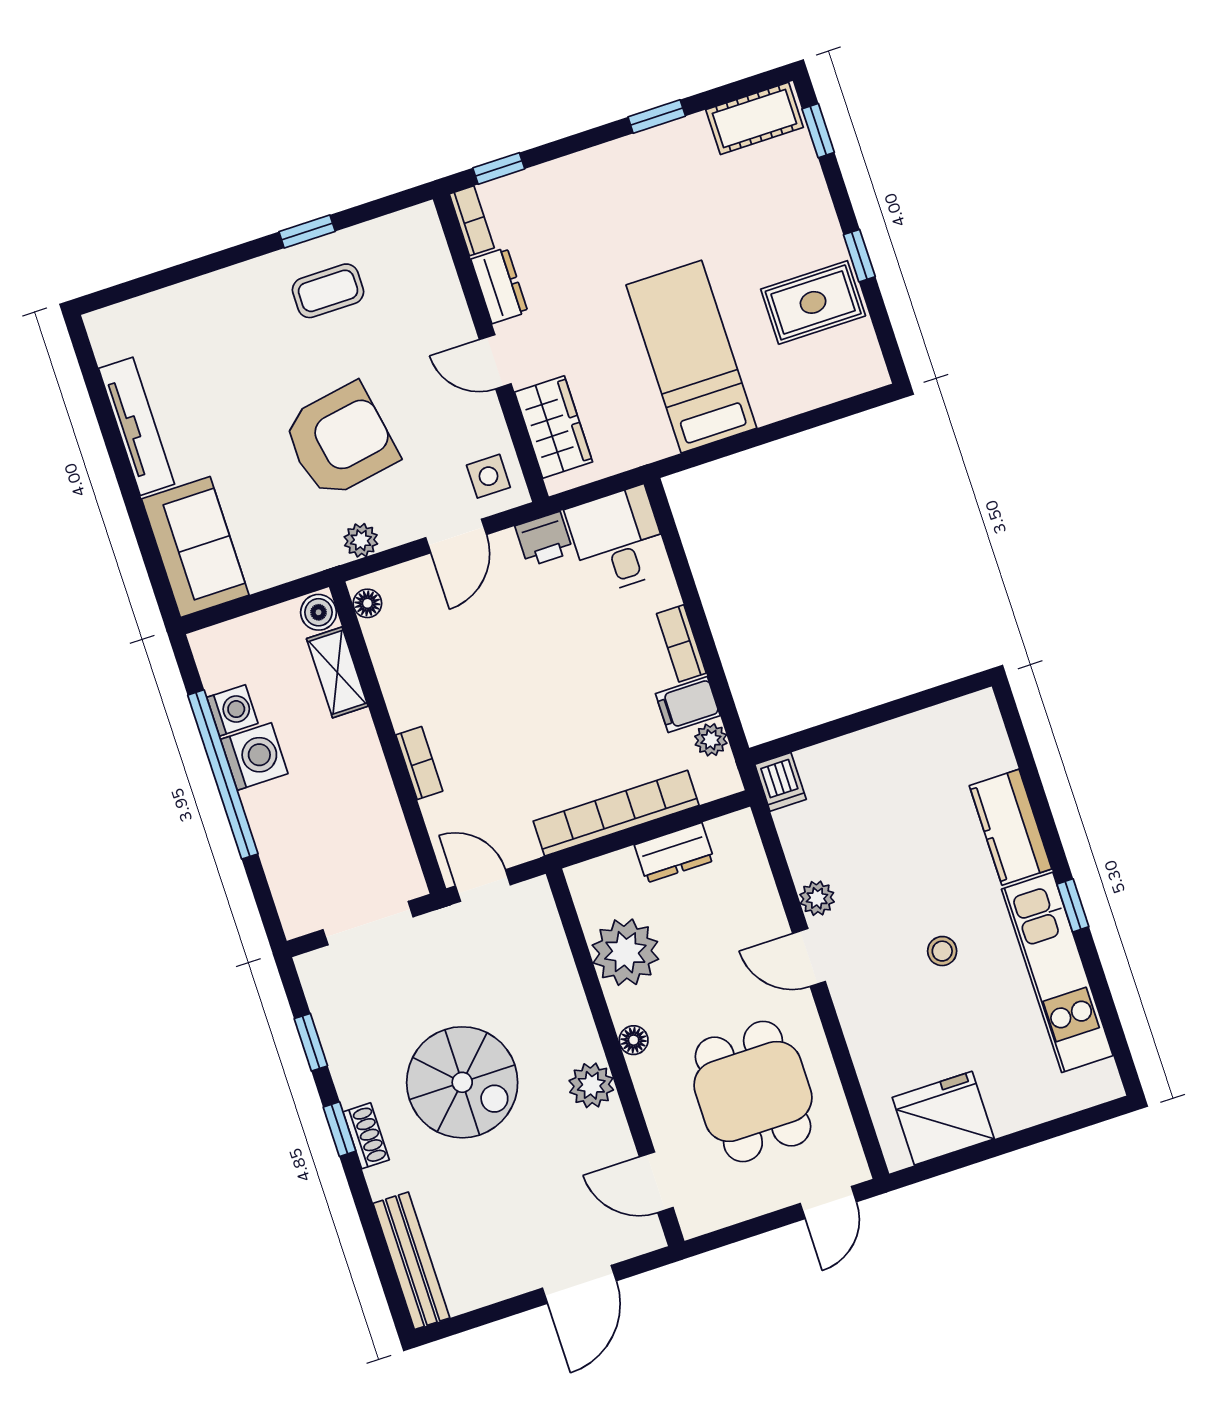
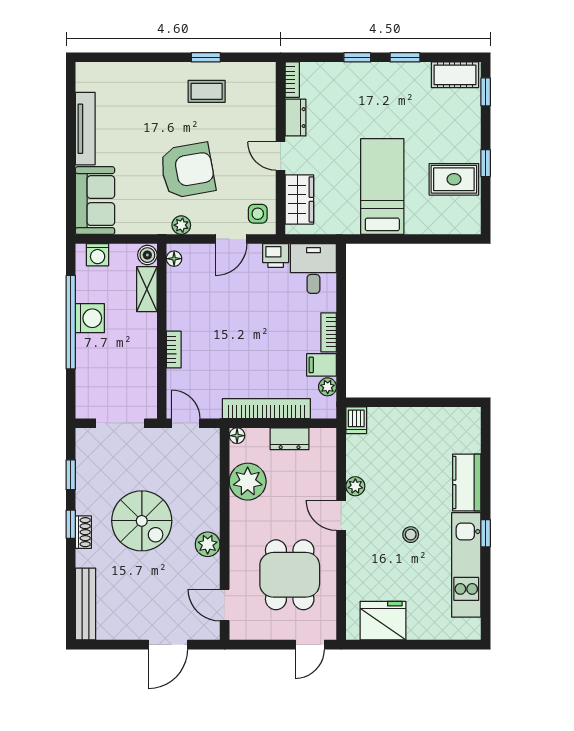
window: (499, 168) -> (357, 57), moved
washing machine: (232, 710) -> (98, 255), moved, turned 90
floor lamp: (634, 1040) -> (237, 436), moved

